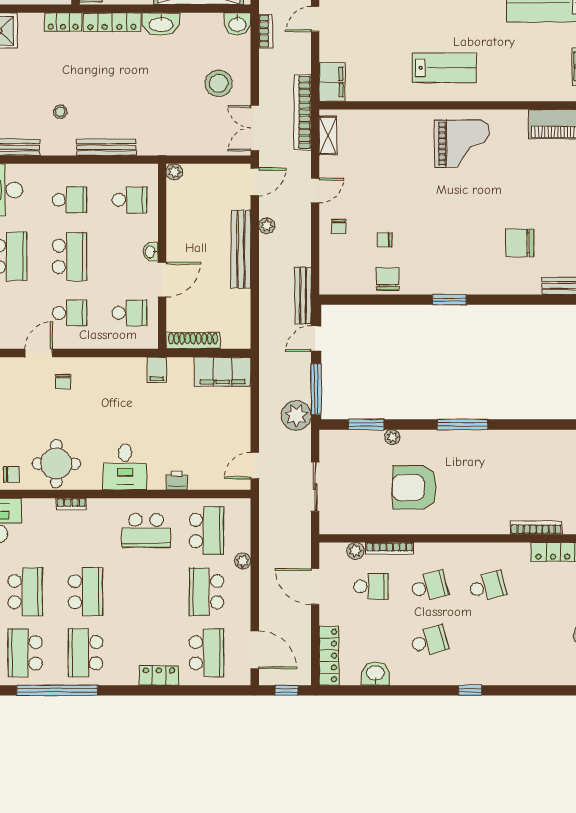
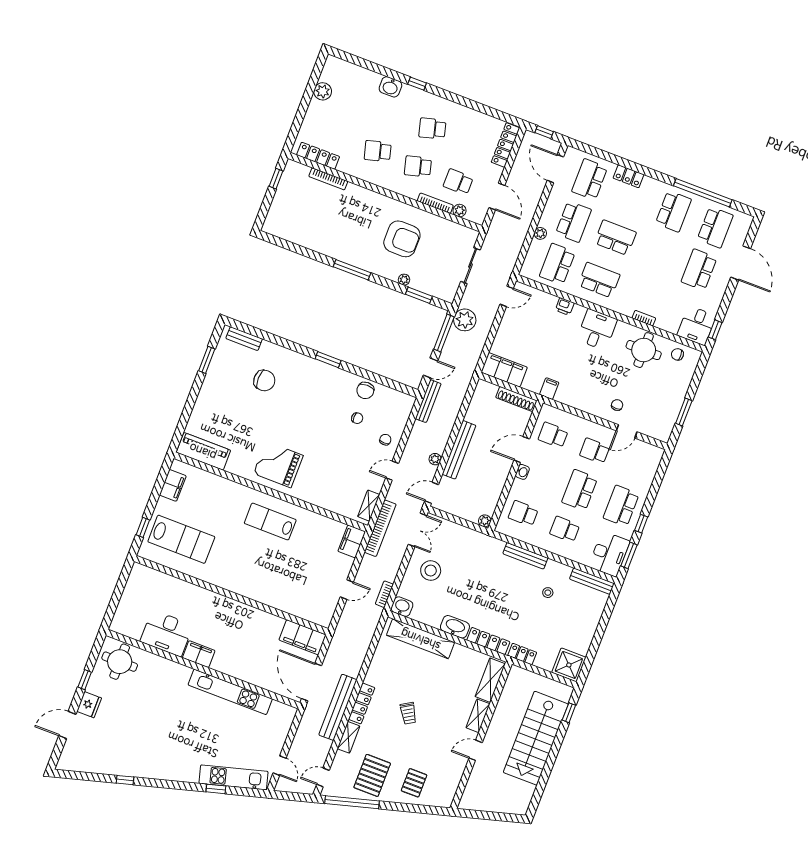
school desk: (86, 592) -> (615, 238), moved, turned 90
washbasin: (375, 674) -> (390, 87), moved

